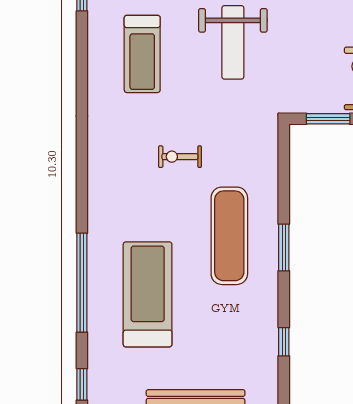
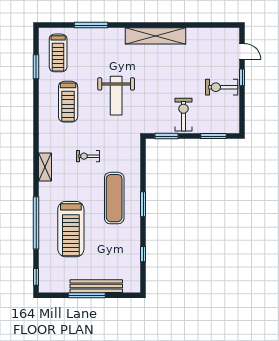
shelving: (99, 177) -> (45, 167), added
treadmill: (148, 294) -> (71, 229), turned 180

